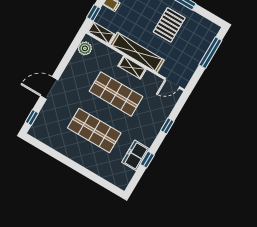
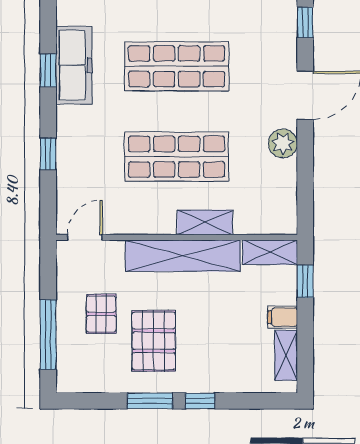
plant: (85, 48) -> (283, 143), moved
pallet: (184, 48) -> (101, 314), added
shelving: (132, 68) -> (205, 222), moved
freezer: (136, 155) -> (74, 65), width x1.40

